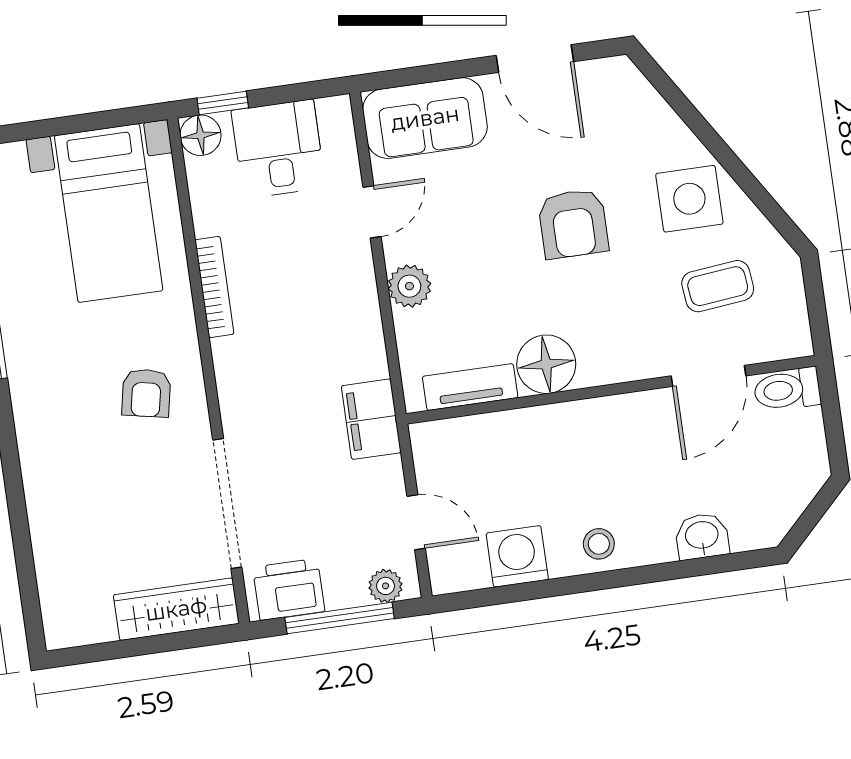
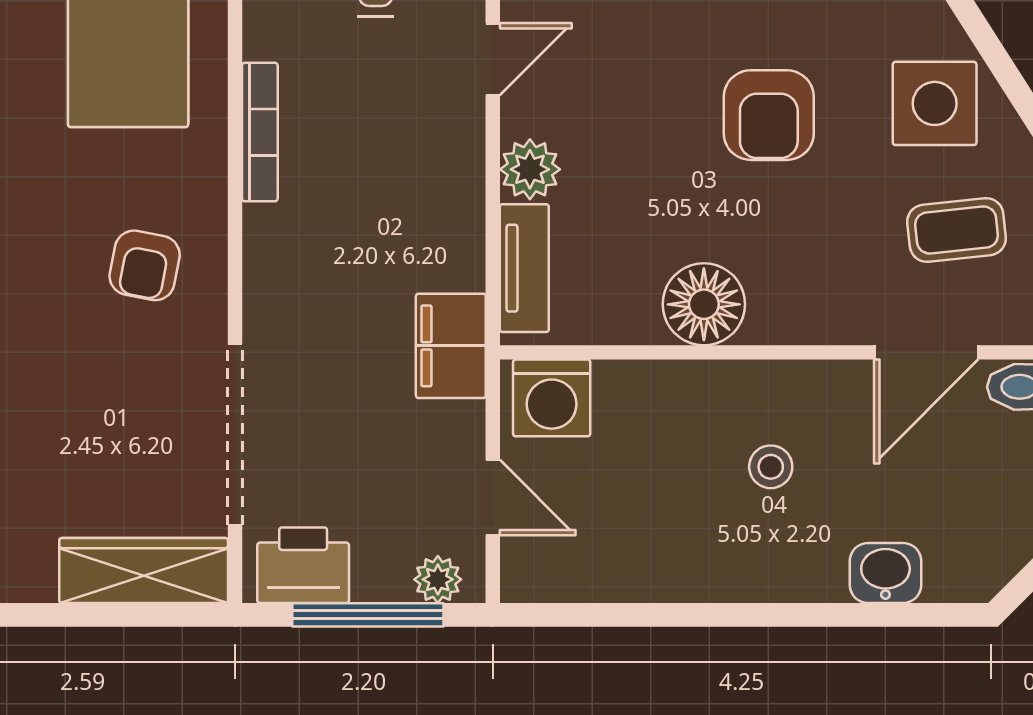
tv unit: (470, 387) -> (524, 268), moved, turned 90
stool: (599, 544) -> (771, 467), moved
washing machine: (517, 556) -> (552, 398), moved, turned 180

